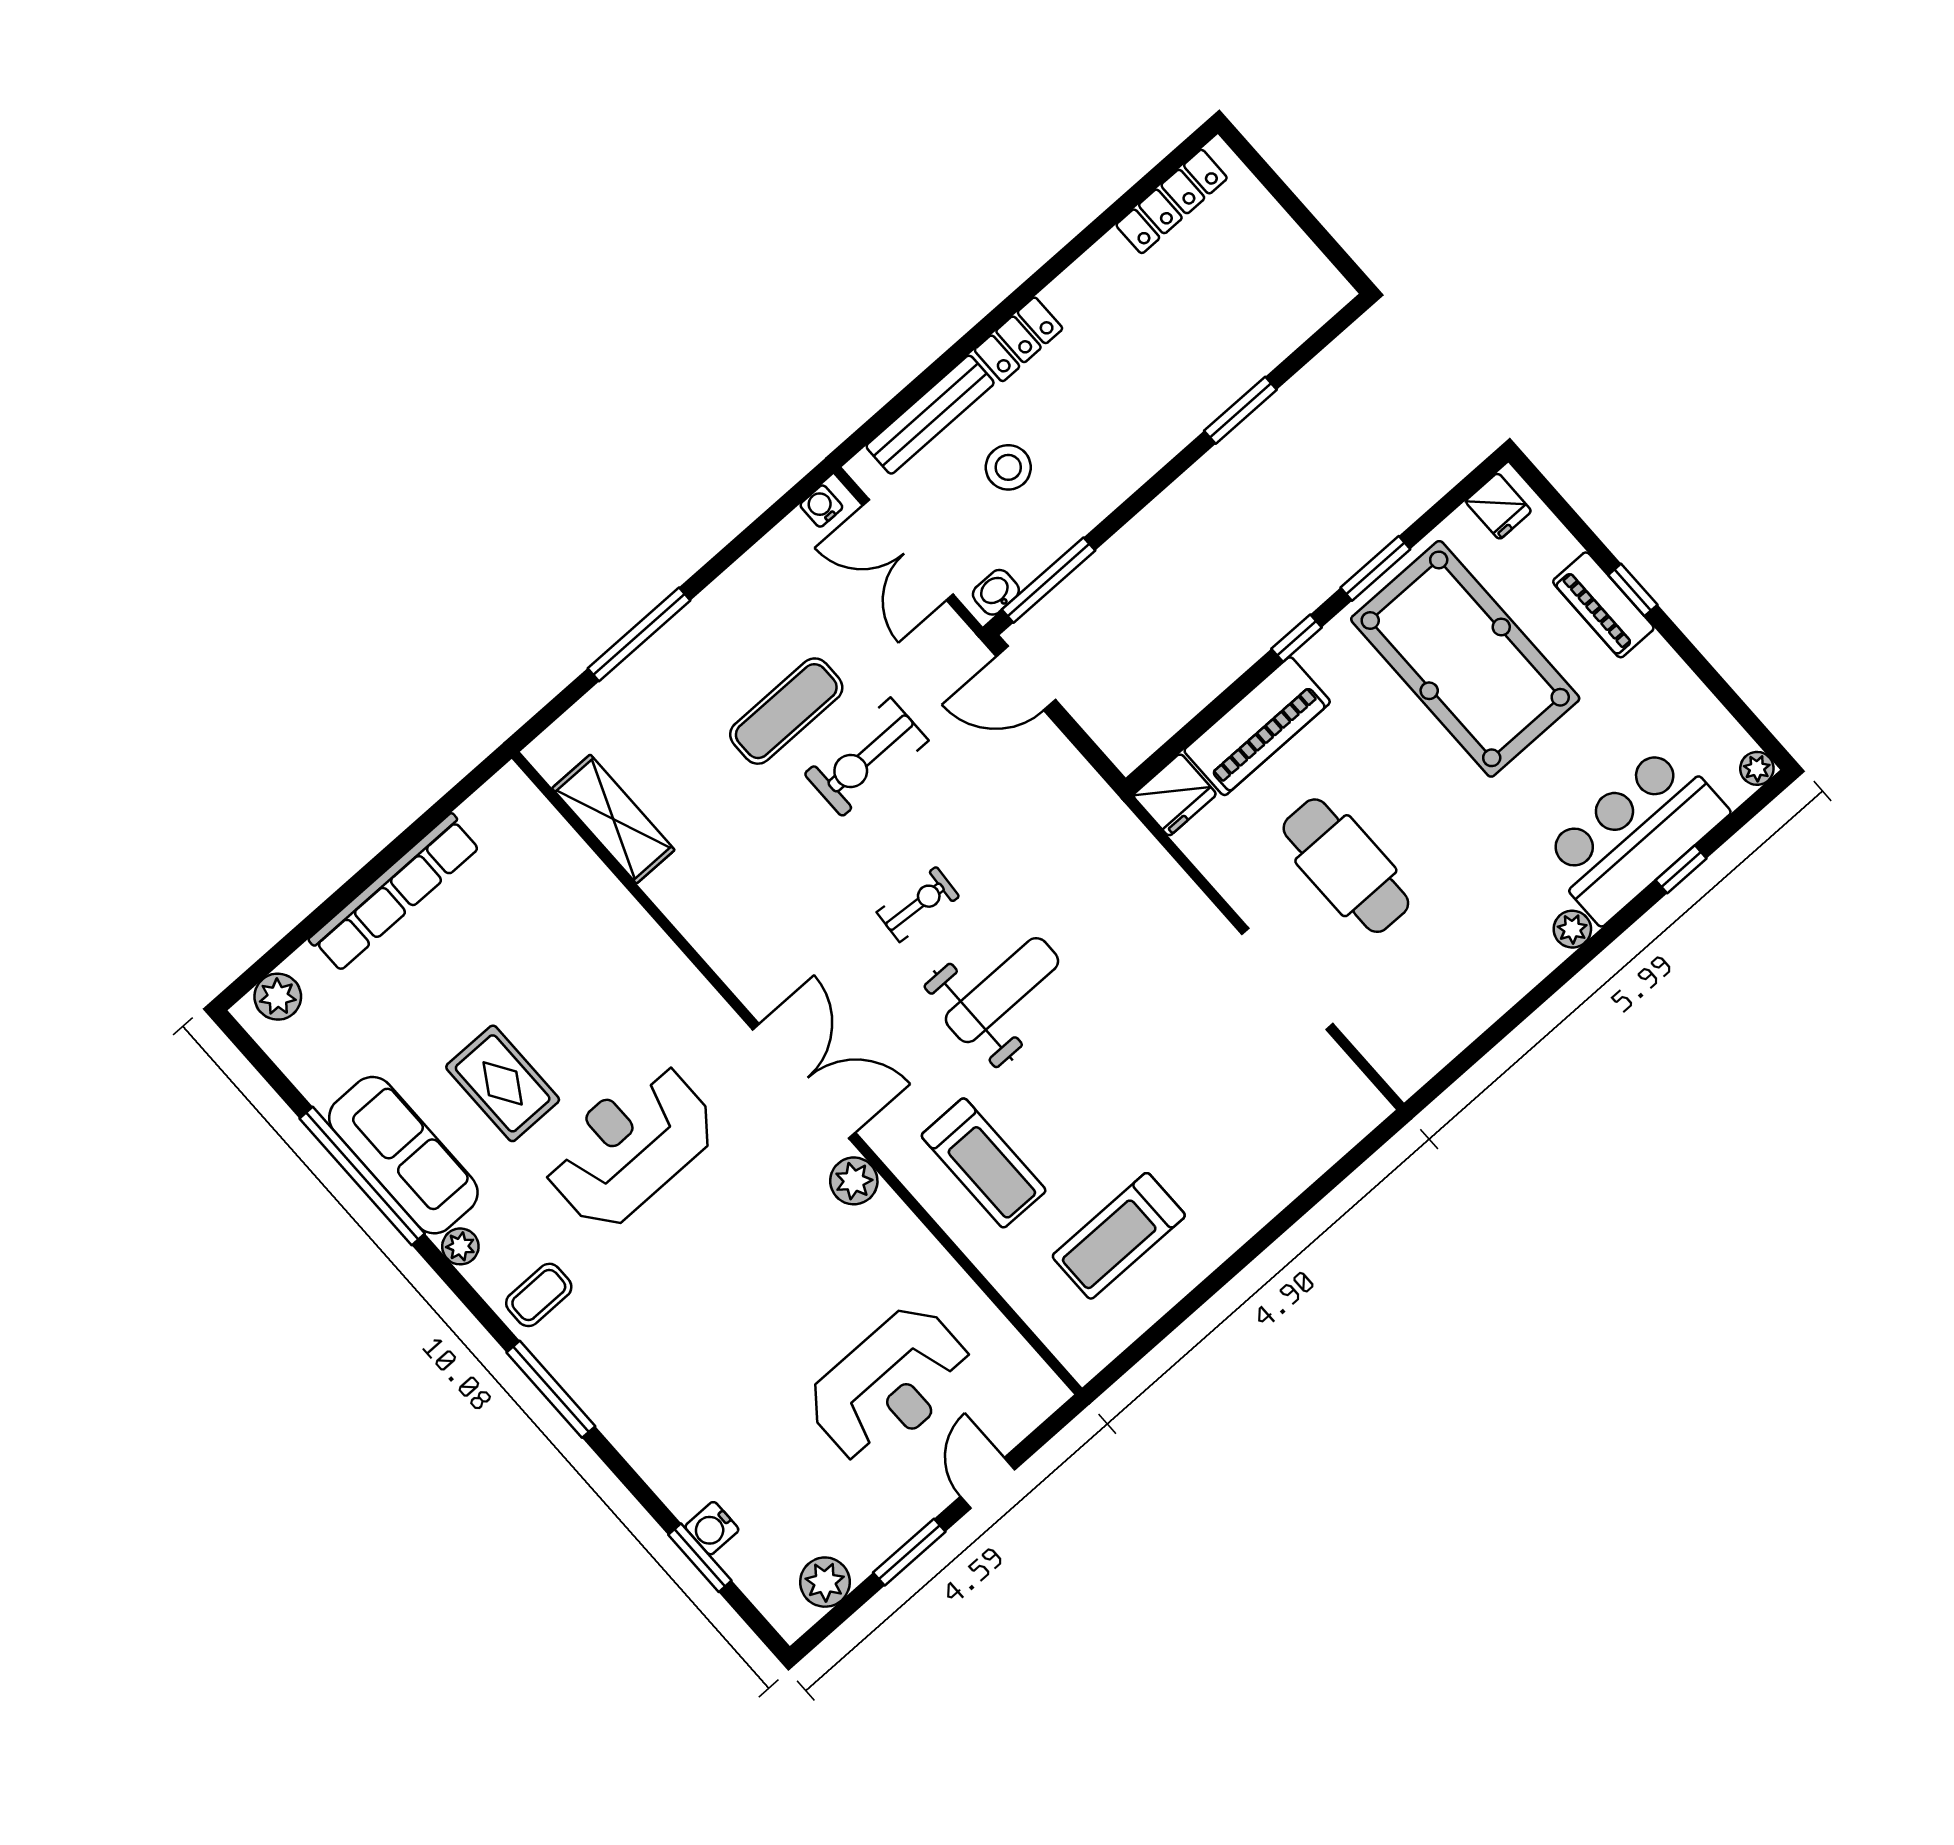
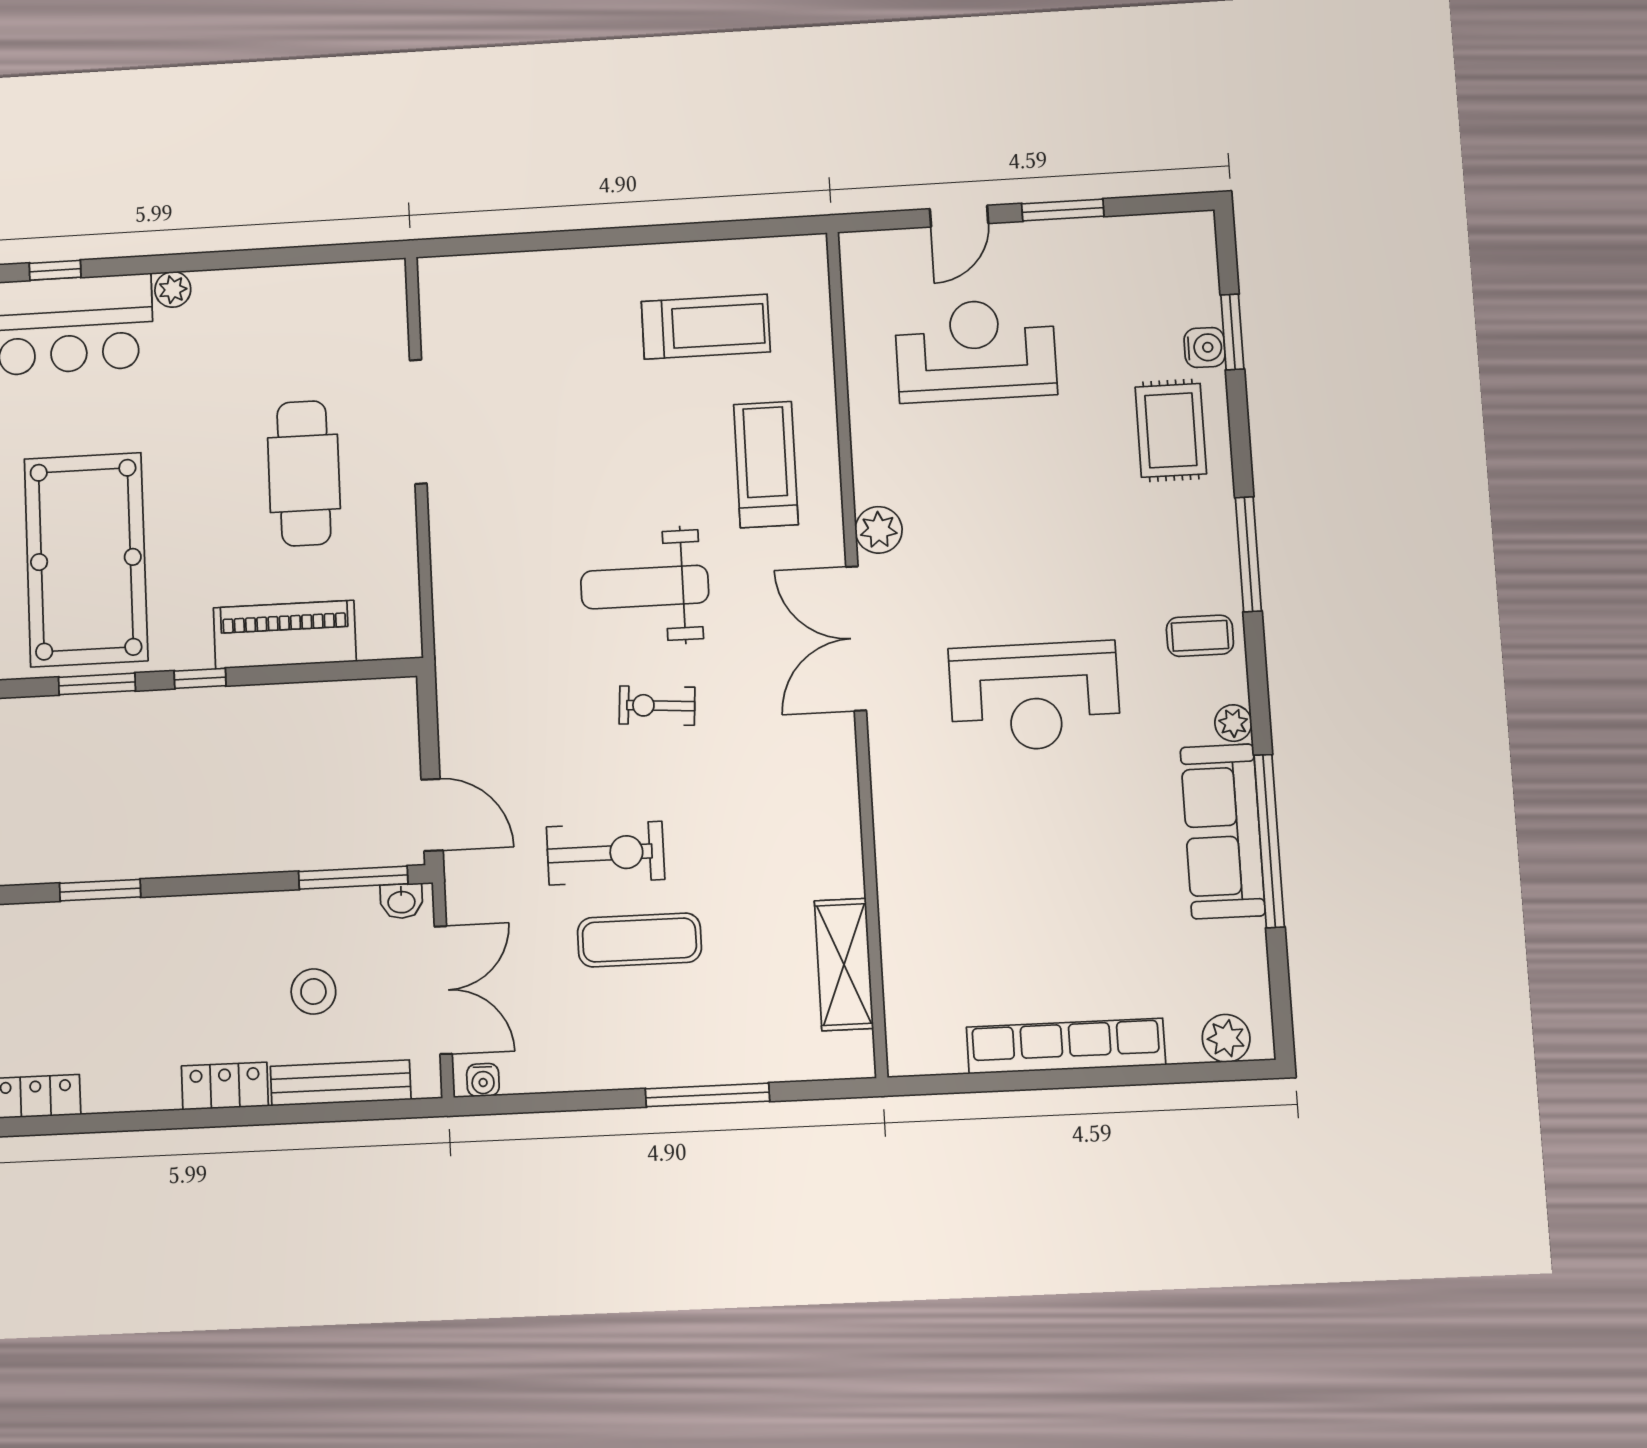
fridge: (1175, 795) -> (390, 632), removed
rug: (503, 1083) -> (1171, 430), moved
plant: (825, 1582) -> (1148, 238), removed

